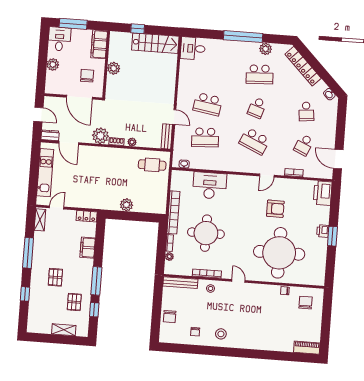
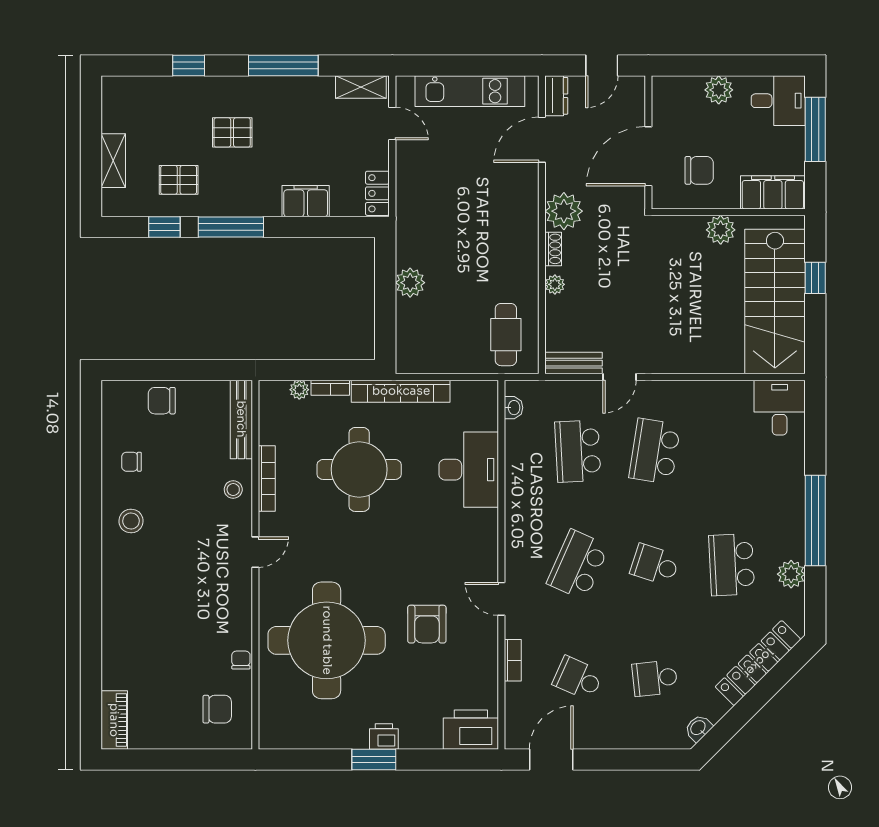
stairs: (155, 43) -> (775, 302), width x1.36, depth x1.51

